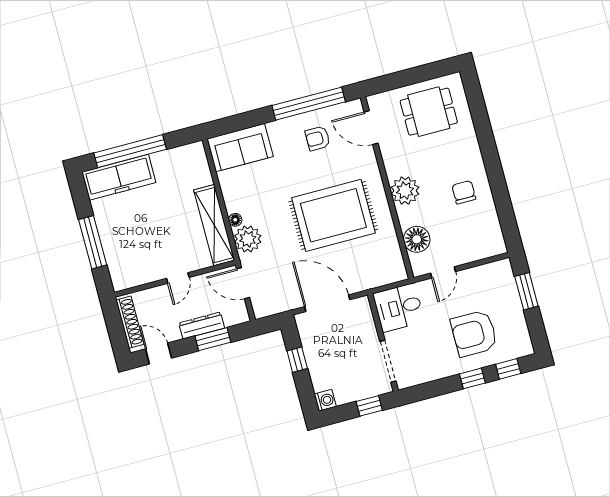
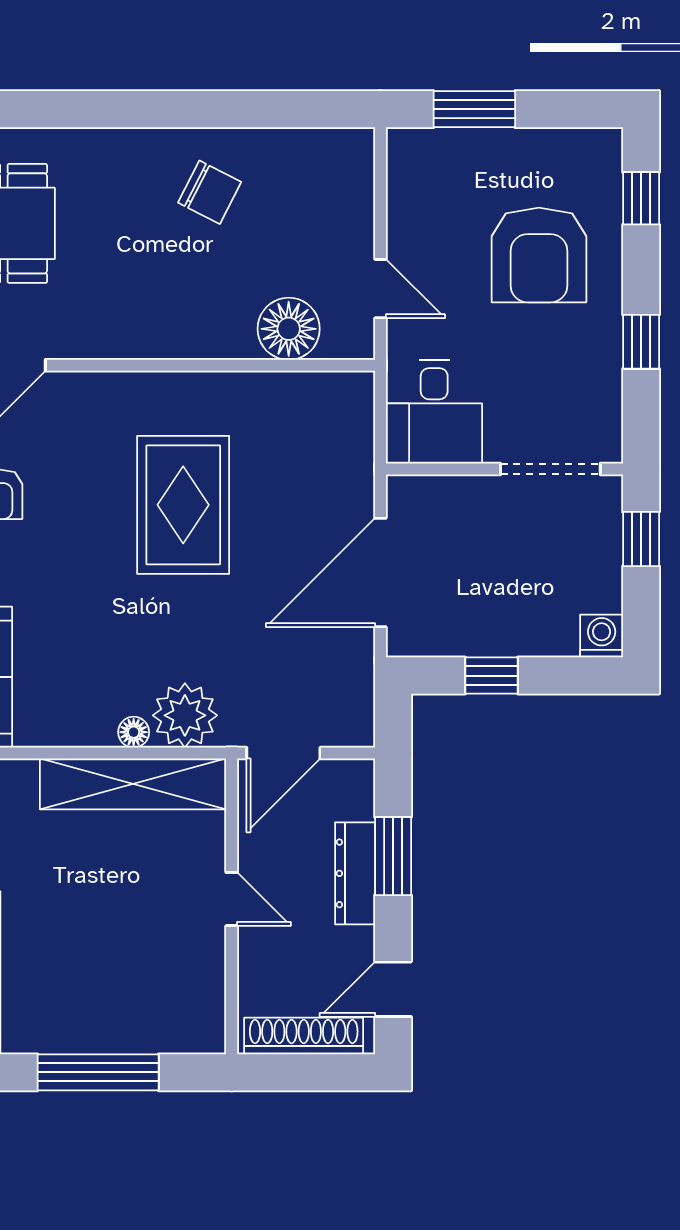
plant: (405, 191) -> (170, 326), removed
chair: (464, 192) -> (210, 192), turned -153
rug: (333, 215) -> (183, 505), width x0.73, depth x0.69
window: (472, 378) -> (641, 342), moved

